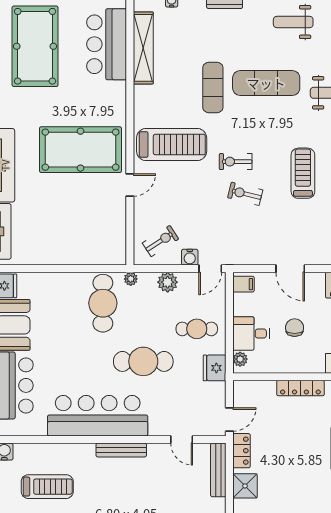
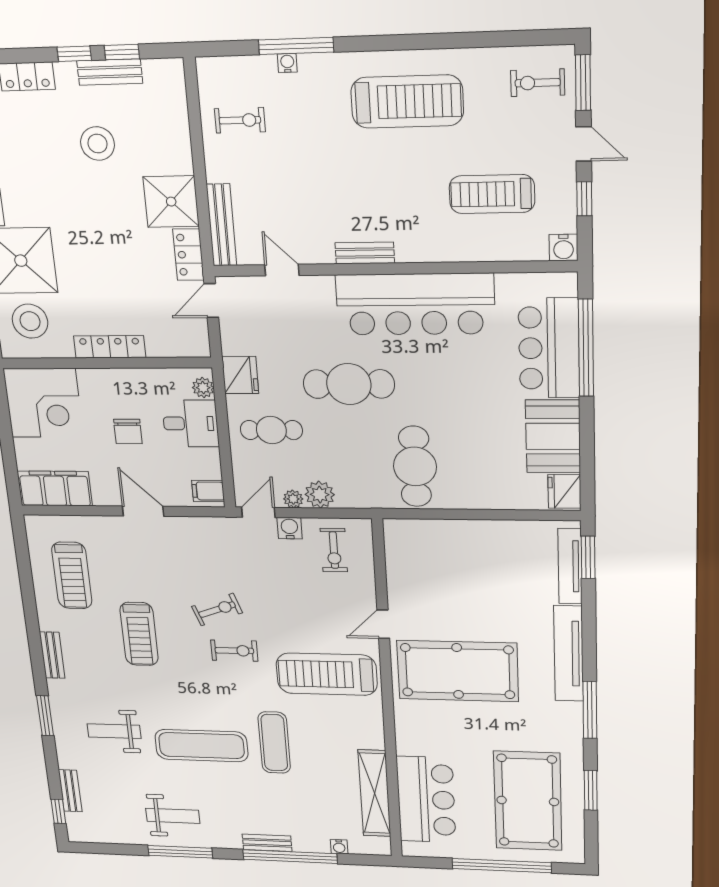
exercise bike: (245, 194) -> (217, 610), turned -34
exercise bike: (161, 241) -> (334, 550), turned -57
plant: (131, 279) -> (293, 499), moved
bench: (121, 450) -> (365, 253), width x0.73
shower: (245, 486) -> (171, 202), width x1.36, depth x1.36

